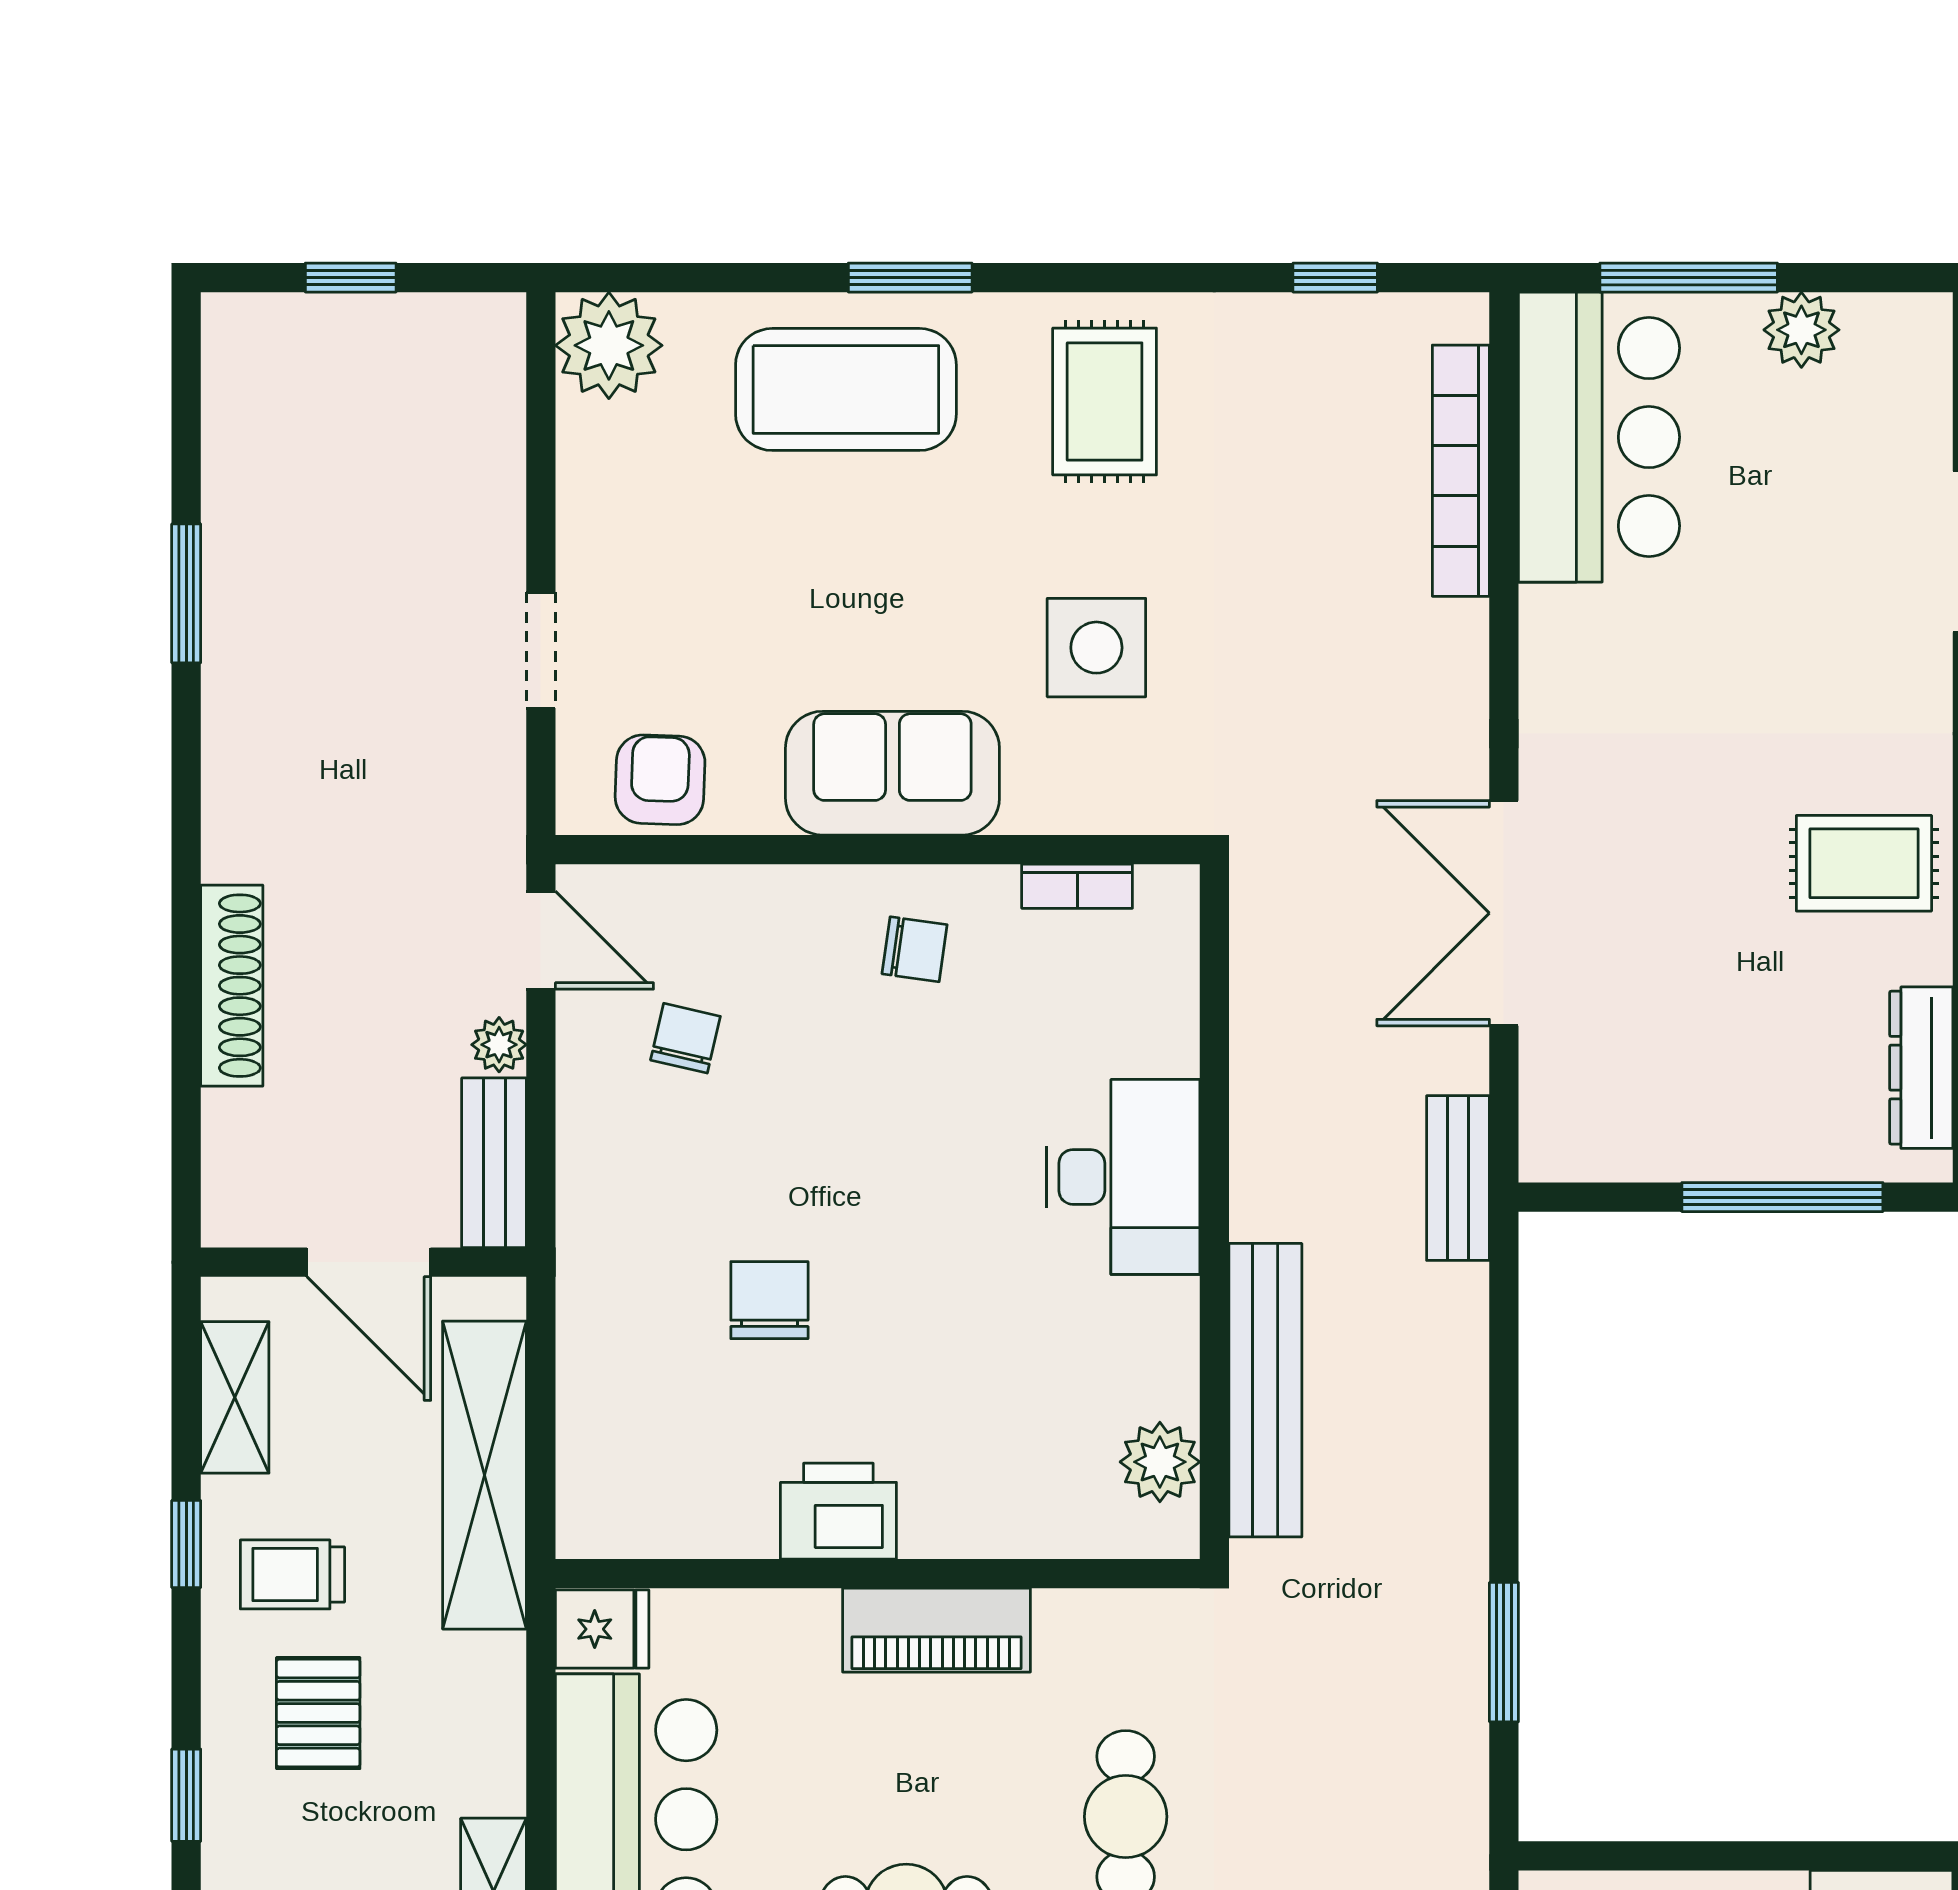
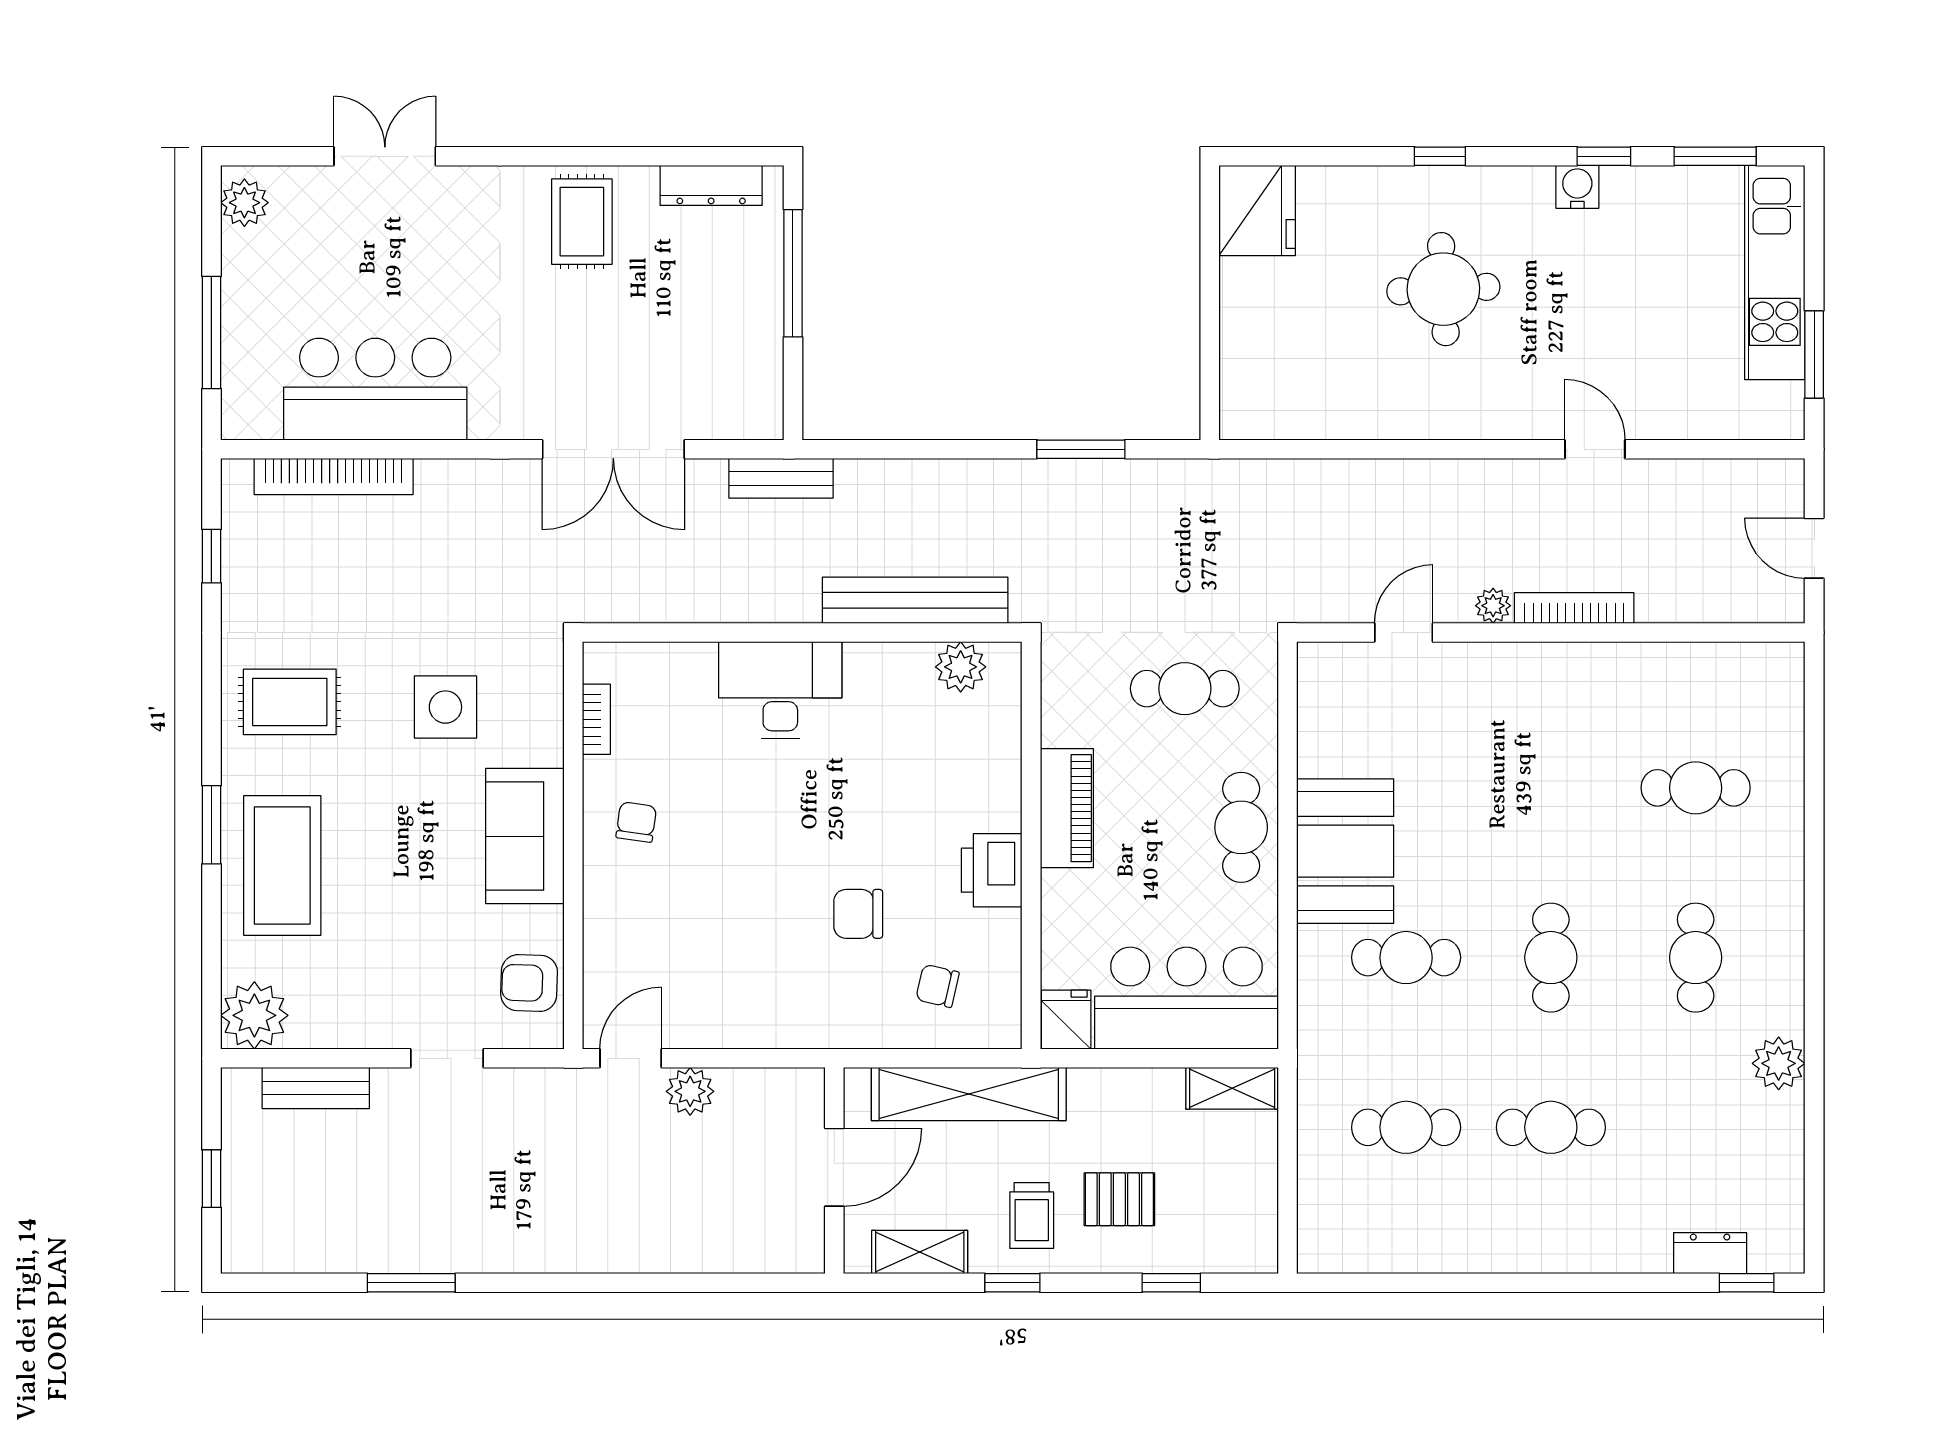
plant: (1801, 330) -> (244, 203), moved
bar counter: (1599, 437) -> (375, 389), moved
shoe rack: (232, 986) -> (659, 1254), removed
chair: (685, 1038) -> (938, 986), moved
plant: (499, 1045) -> (690, 1091), width x1.38, depth x1.38
bench: (494, 1163) -> (316, 1088), moved

